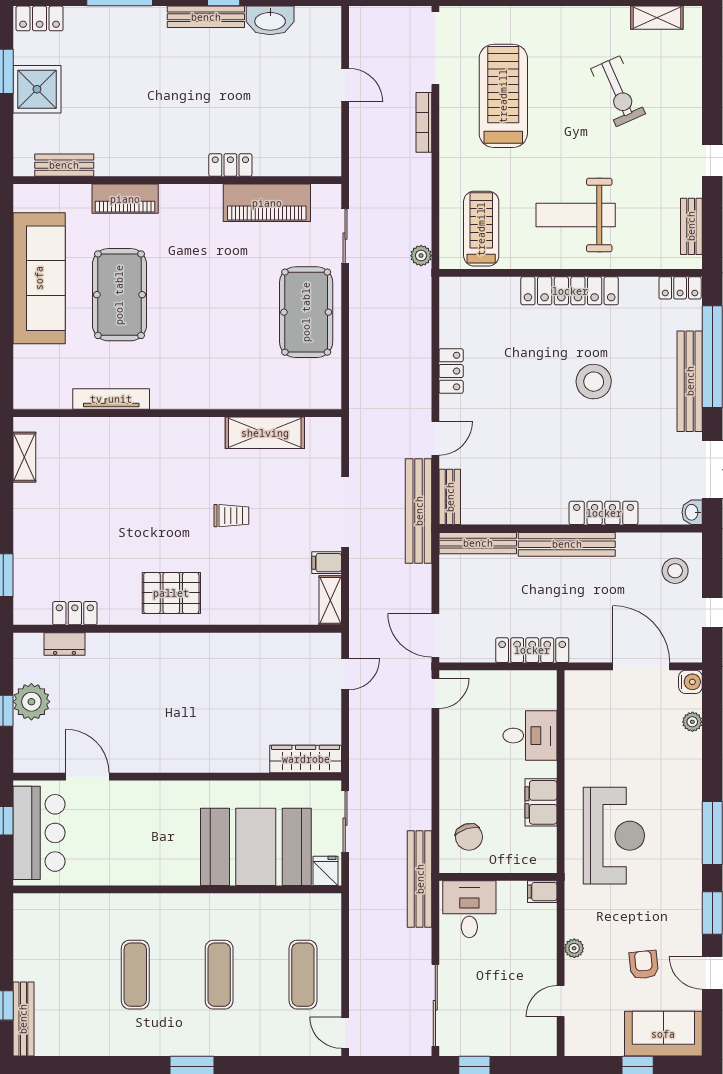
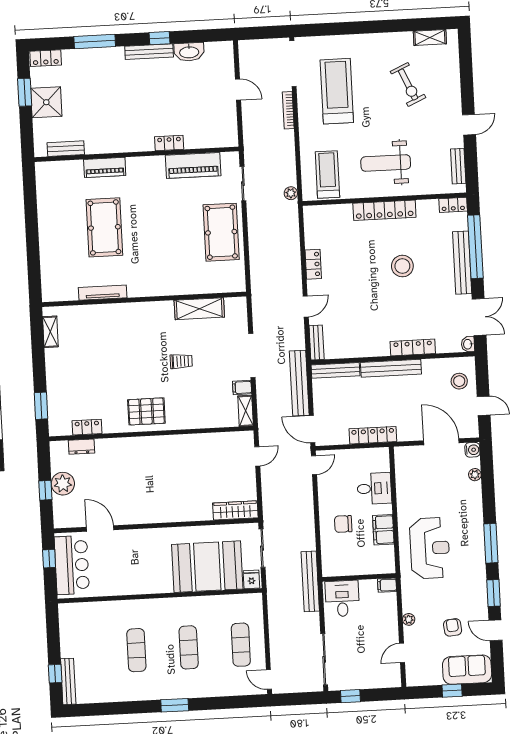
sofa: (39, 278) -> (54, 220), removed
bench: (419, 511) -> (299, 383), moved
chair: (469, 837) -> (343, 524), moved, turned 108

